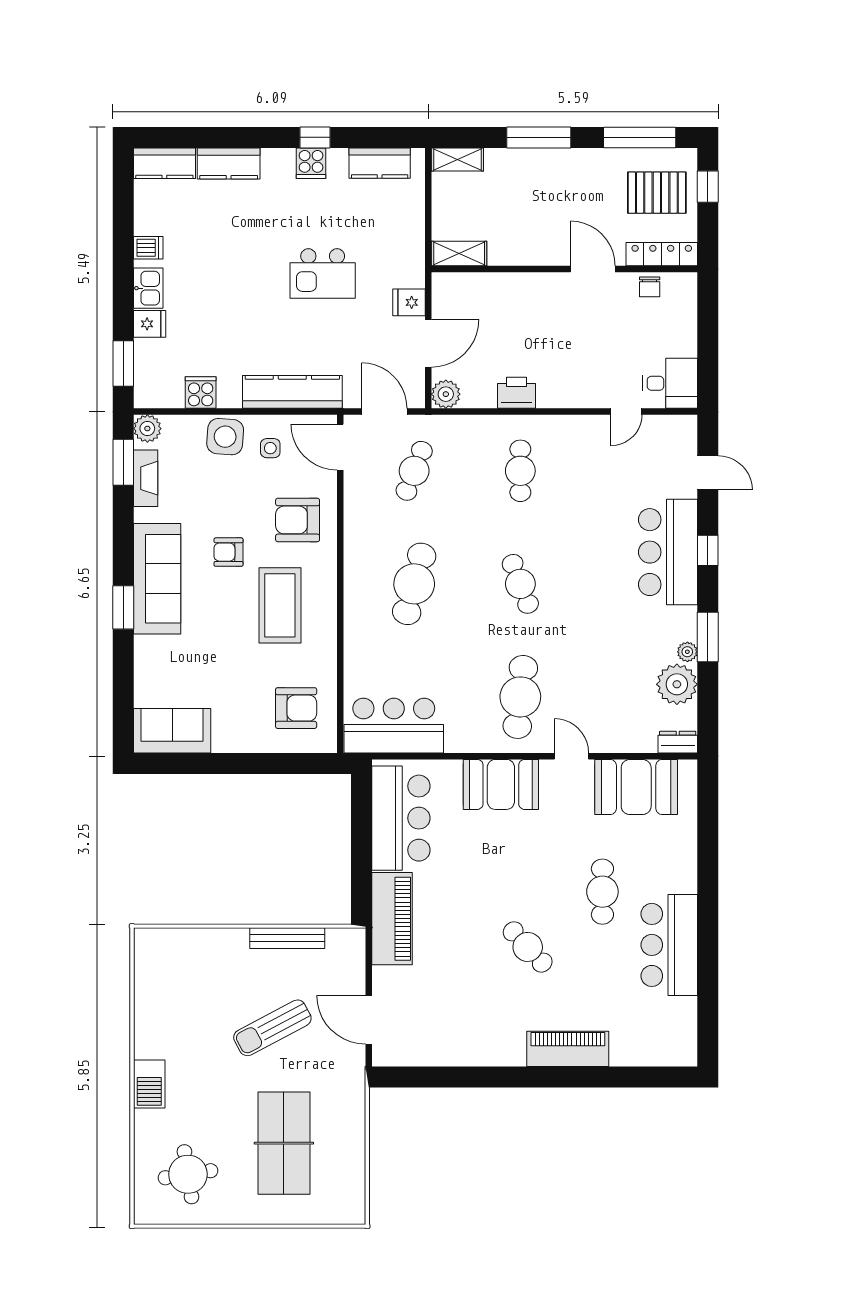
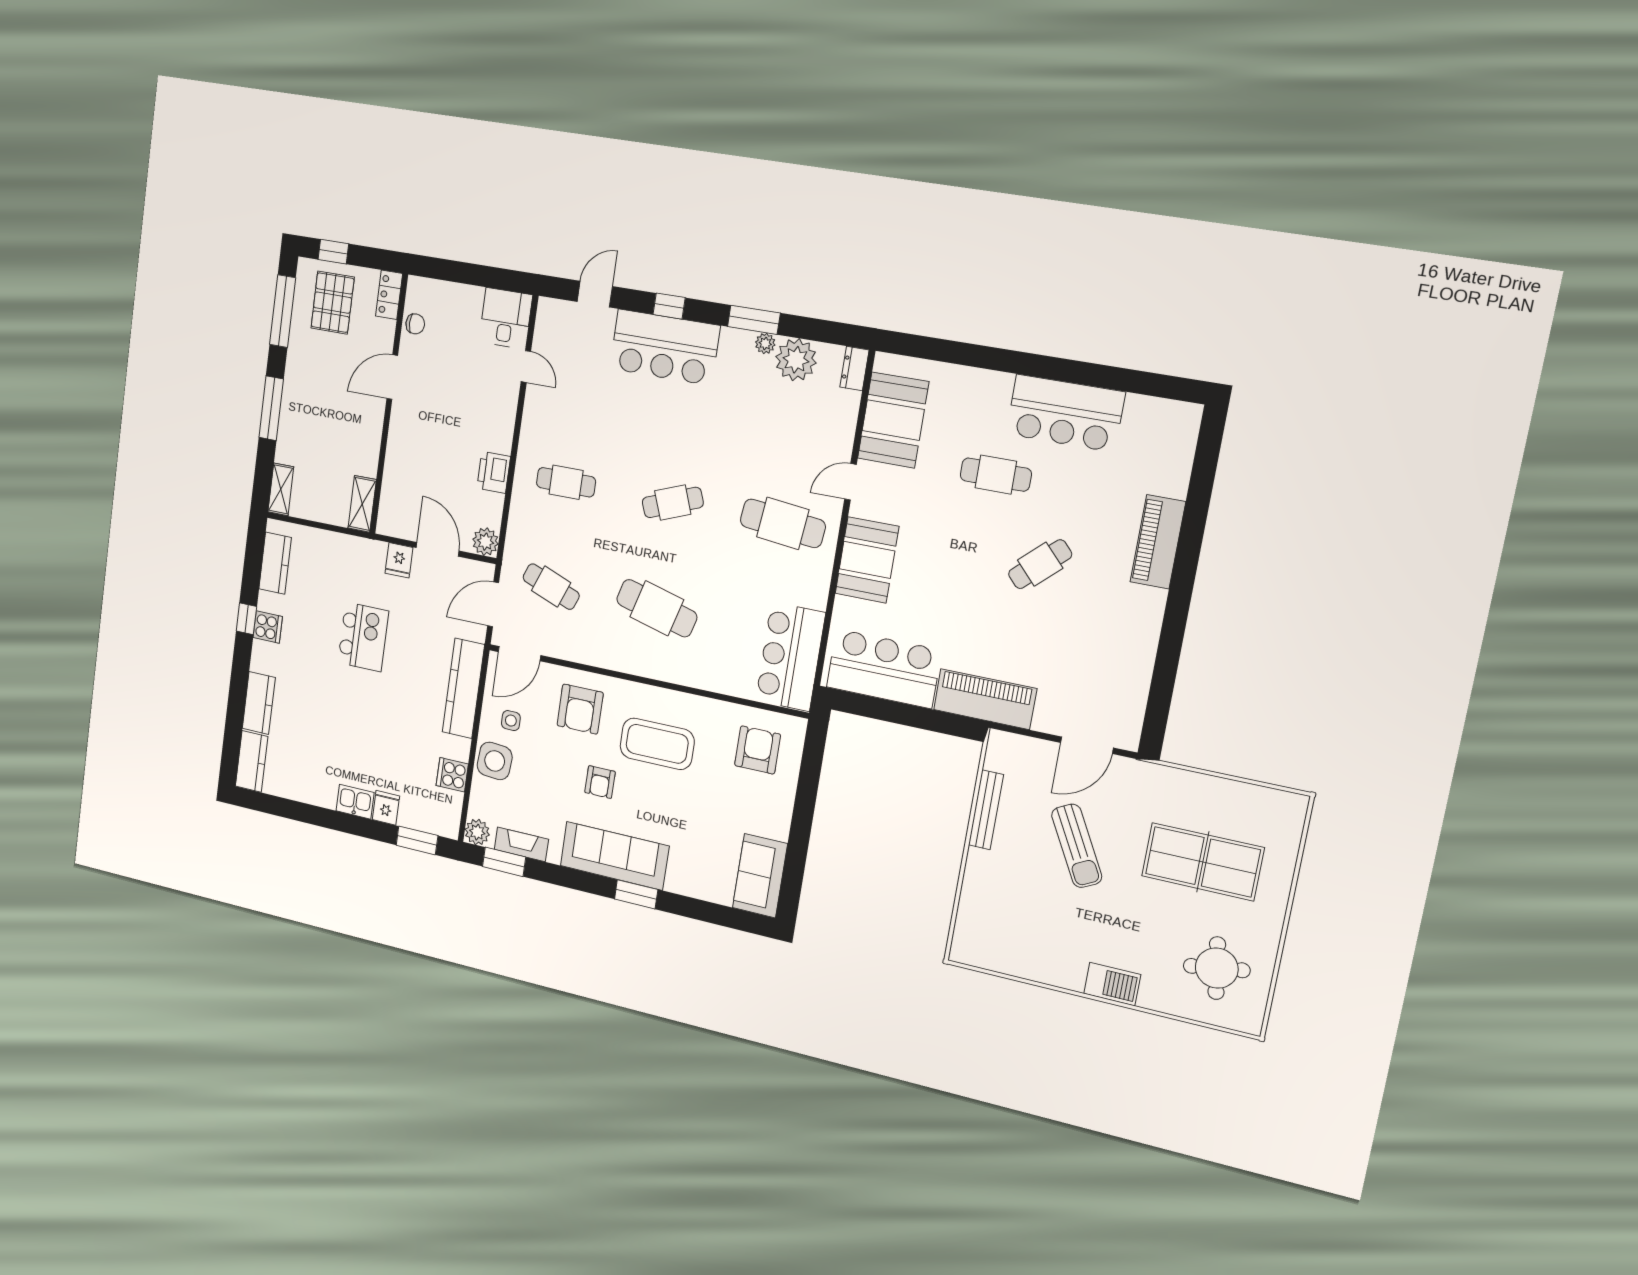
dishwasher: (148, 248) -> (321, 793), removed
locker: (662, 254) -> (389, 295), width x0.66

